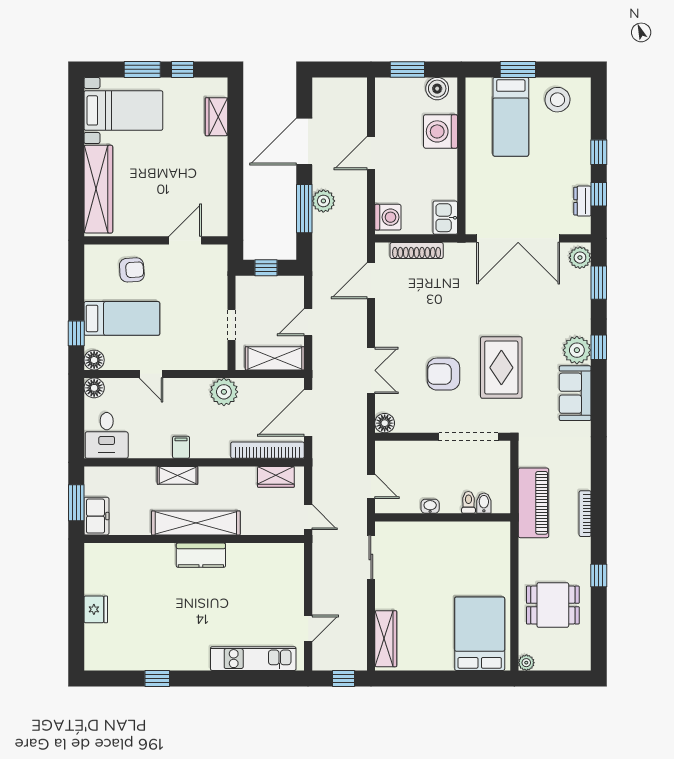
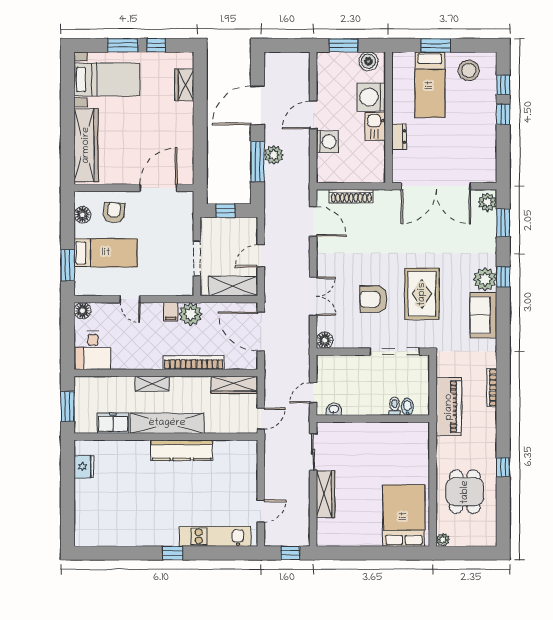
window: (599, 194) -> (503, 85), moved
dresser: (582, 201) -> (399, 137), moved, turned 180
washing machine: (388, 217) -> (327, 142), moved
kitchen sink: (445, 218) -> (375, 126), moved
door: (185, 240) -> (158, 188), width x1.36
armchair: (132, 270) -> (114, 212), turned -81
door: (371, 281) -> (313, 221), swing flipped
doorway: (231, 325) -> (197, 258), width x1.38
window: (76, 333) -> (68, 265), width x1.50
floor lamp: (94, 360) -> (82, 215), moved
door: (308, 413) -> (261, 331), hinge flipped
filing cabinet: (181, 447) -> (171, 312), moved, turned 180
bookcase: (268, 450) -> (194, 363), moved
wardrobe: (276, 477) -> (234, 385), width x1.50
door: (371, 486) -> (313, 393), swing flipped
washbasin: (430, 506) -> (334, 409), moved
bookcase: (585, 514) -> (492, 388), moved
freezer: (96, 516) -> (113, 423), moved, turned -90
door: (308, 517) -> (261, 418), hinge flipped
kitchen counter: (201, 555) -> (182, 450), width x1.50
dining table: (553, 605) -> (465, 492), turned 90
fridge: (96, 609) -> (84, 467), moved
wardrobe: (386, 639) -> (326, 494), moved
window: (157, 678) -> (172, 553), moved

